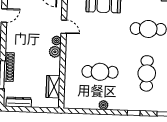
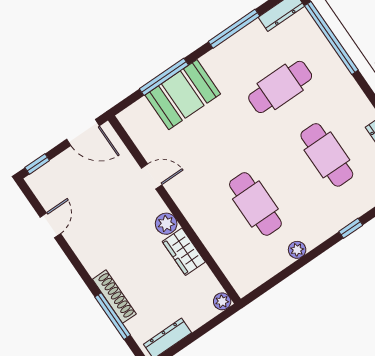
plant: (56, 41) -> (222, 301), moved
cafe table: (100, 72) -> (255, 204), turned 90
wardrobe: (53, 87) -> (184, 252), moved

